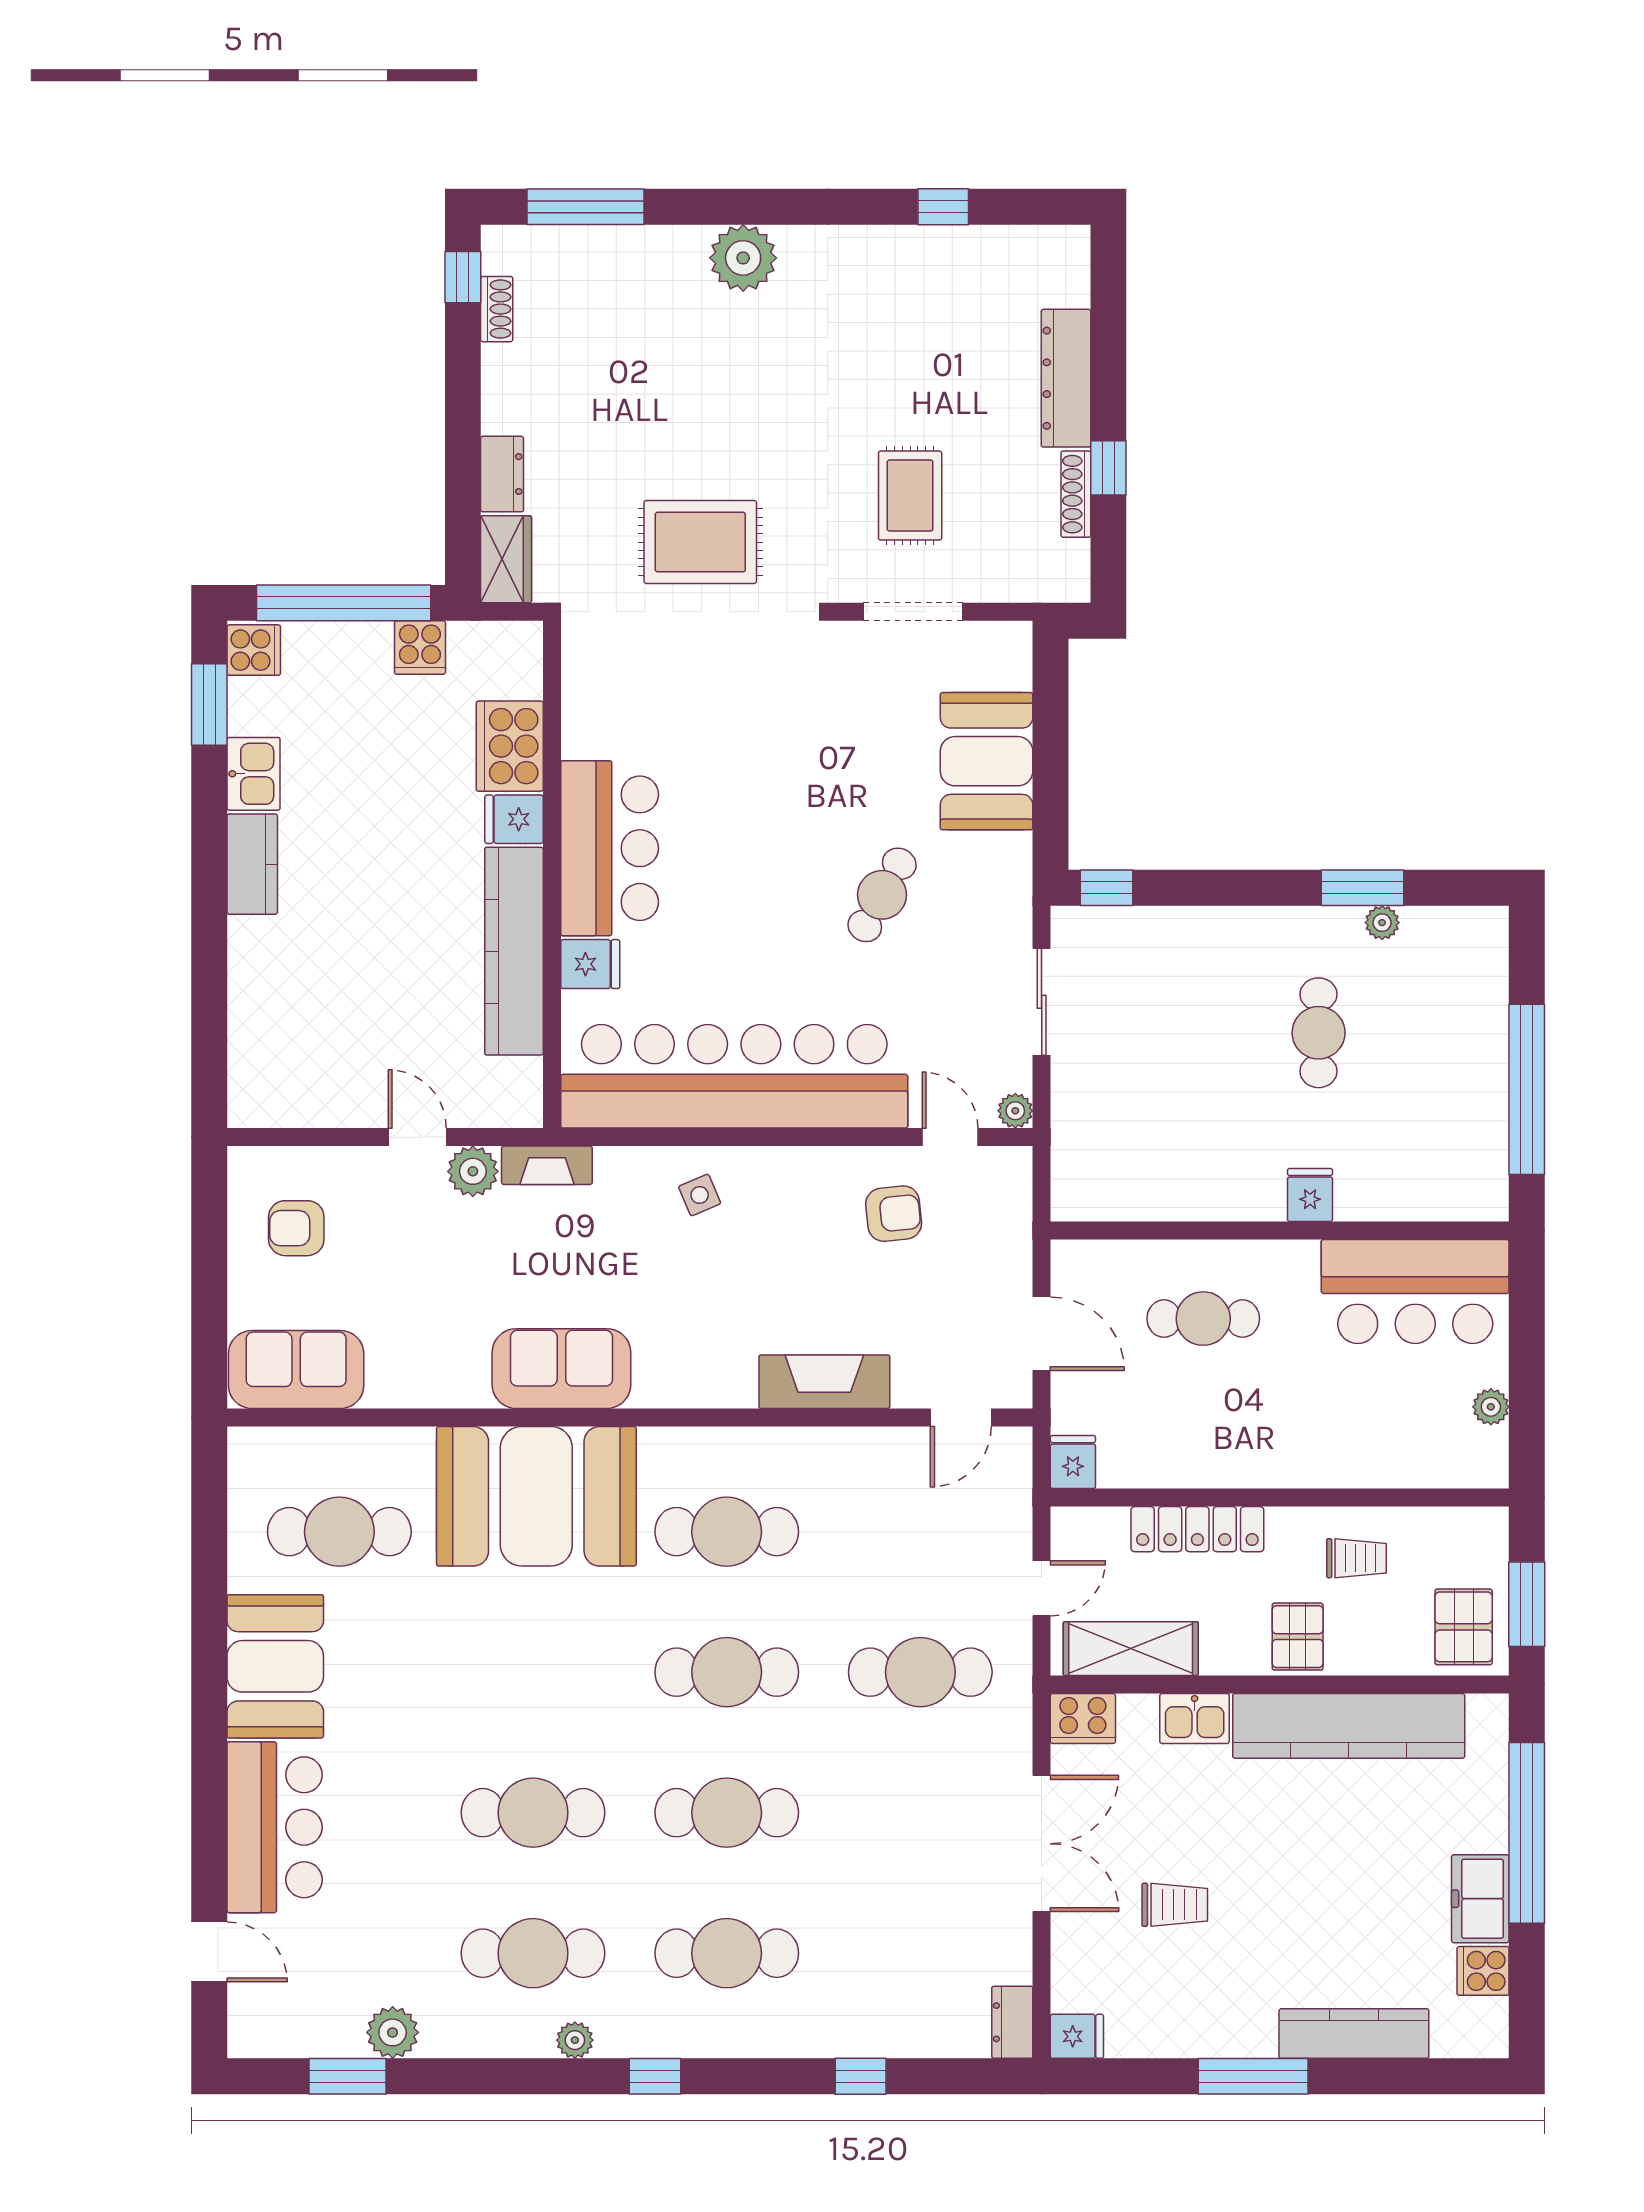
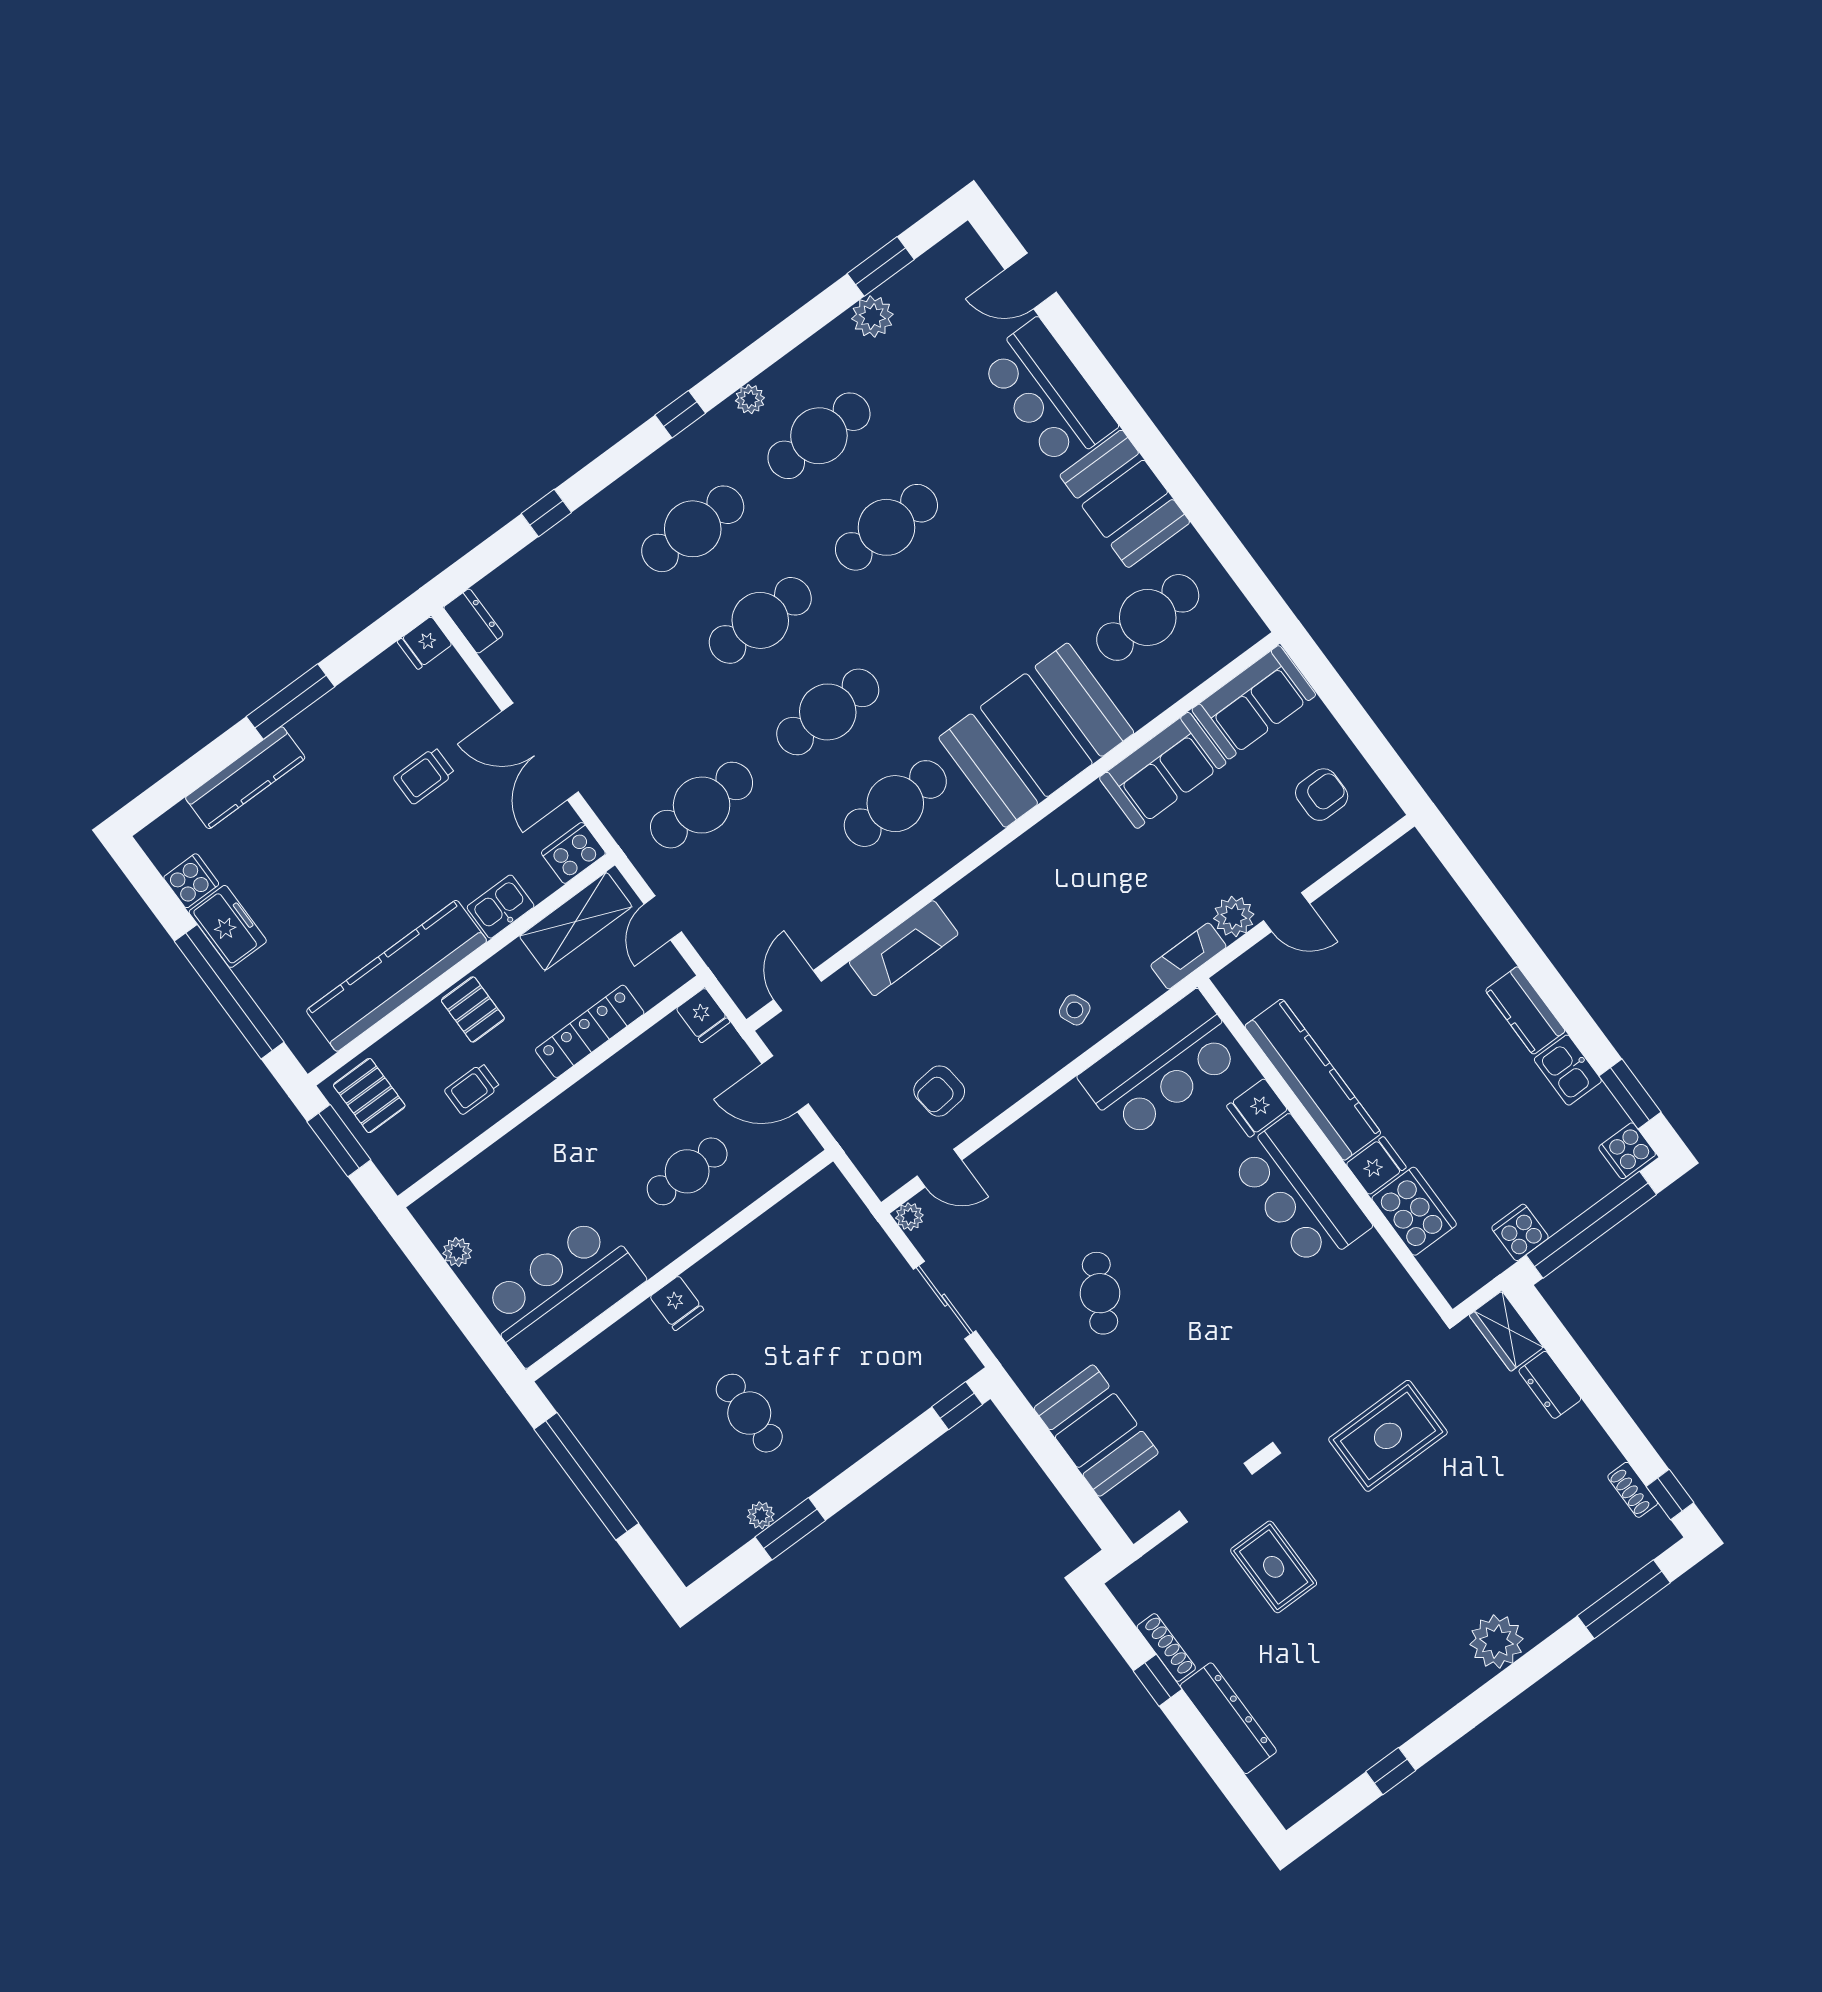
bar counter: (734, 1076) -> (1161, 1065), width x0.54
sofa: (561, 1369) -> (1163, 770), moved

